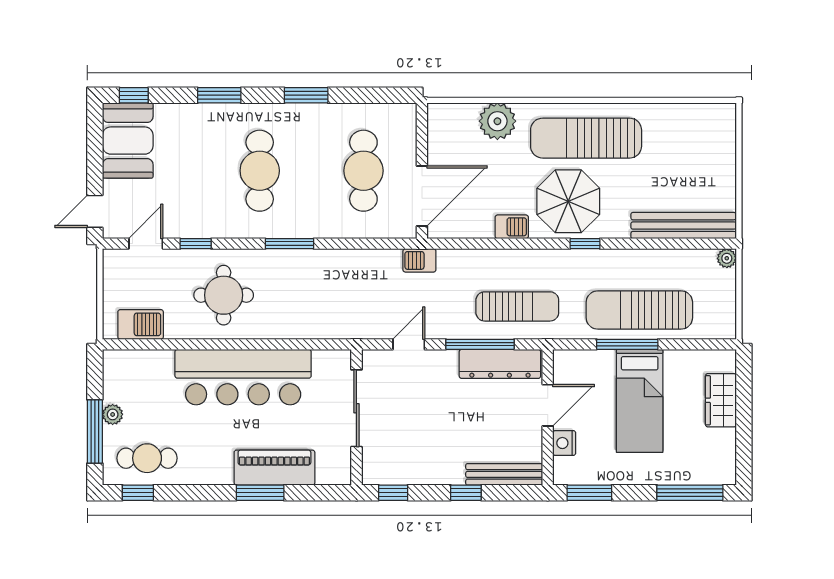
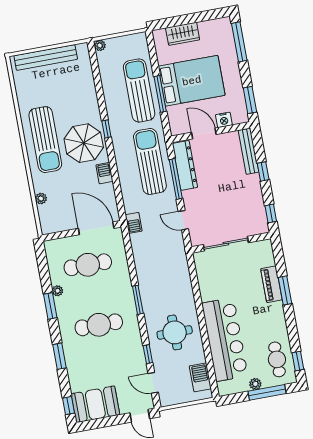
plant: (329, 112) -> (58, 291), added
plant: (497, 121) -> (41, 198), width x0.53, depth x0.53
bench: (683, 226) -> (46, 57), moved, turned 90
sun lounger: (517, 306) -> (150, 161), width x1.36, depth x1.34
sun lounger: (639, 310) -> (139, 91), turned 180
bar counter: (243, 377) -> (225, 340), moved
bed: (640, 401) -> (192, 81), width x1.50
piano: (274, 468) -> (271, 284), width x0.73, depth x0.75

